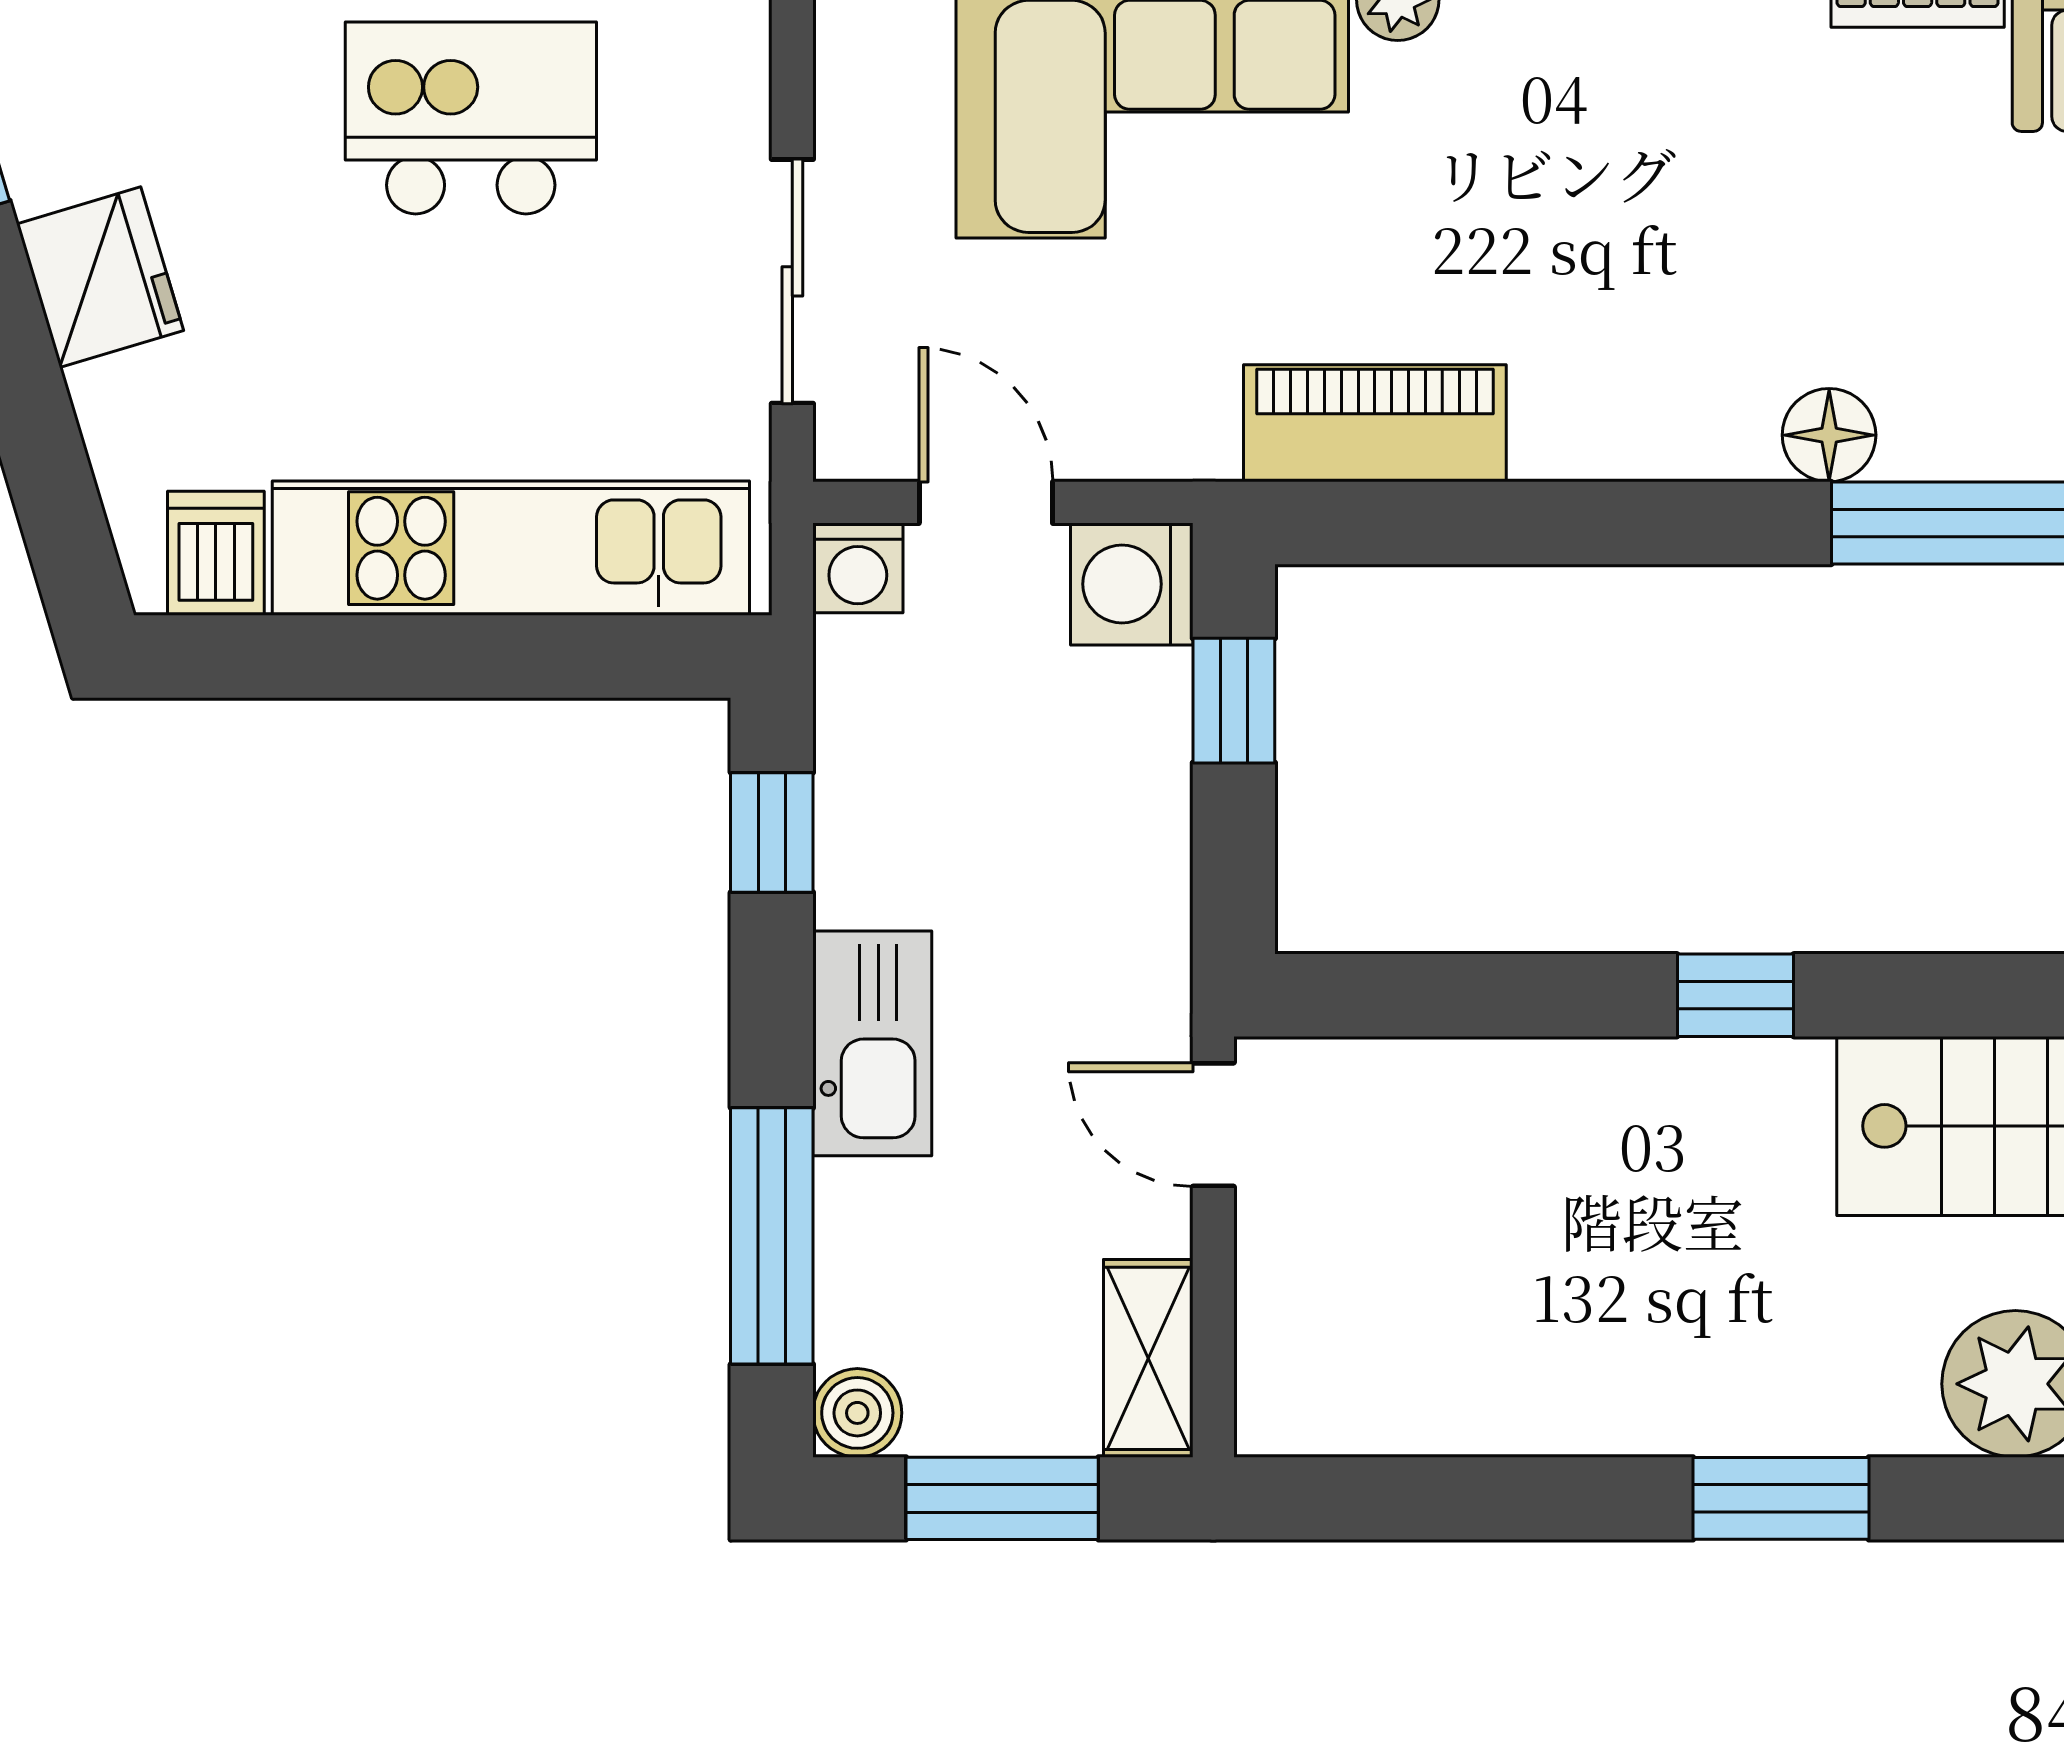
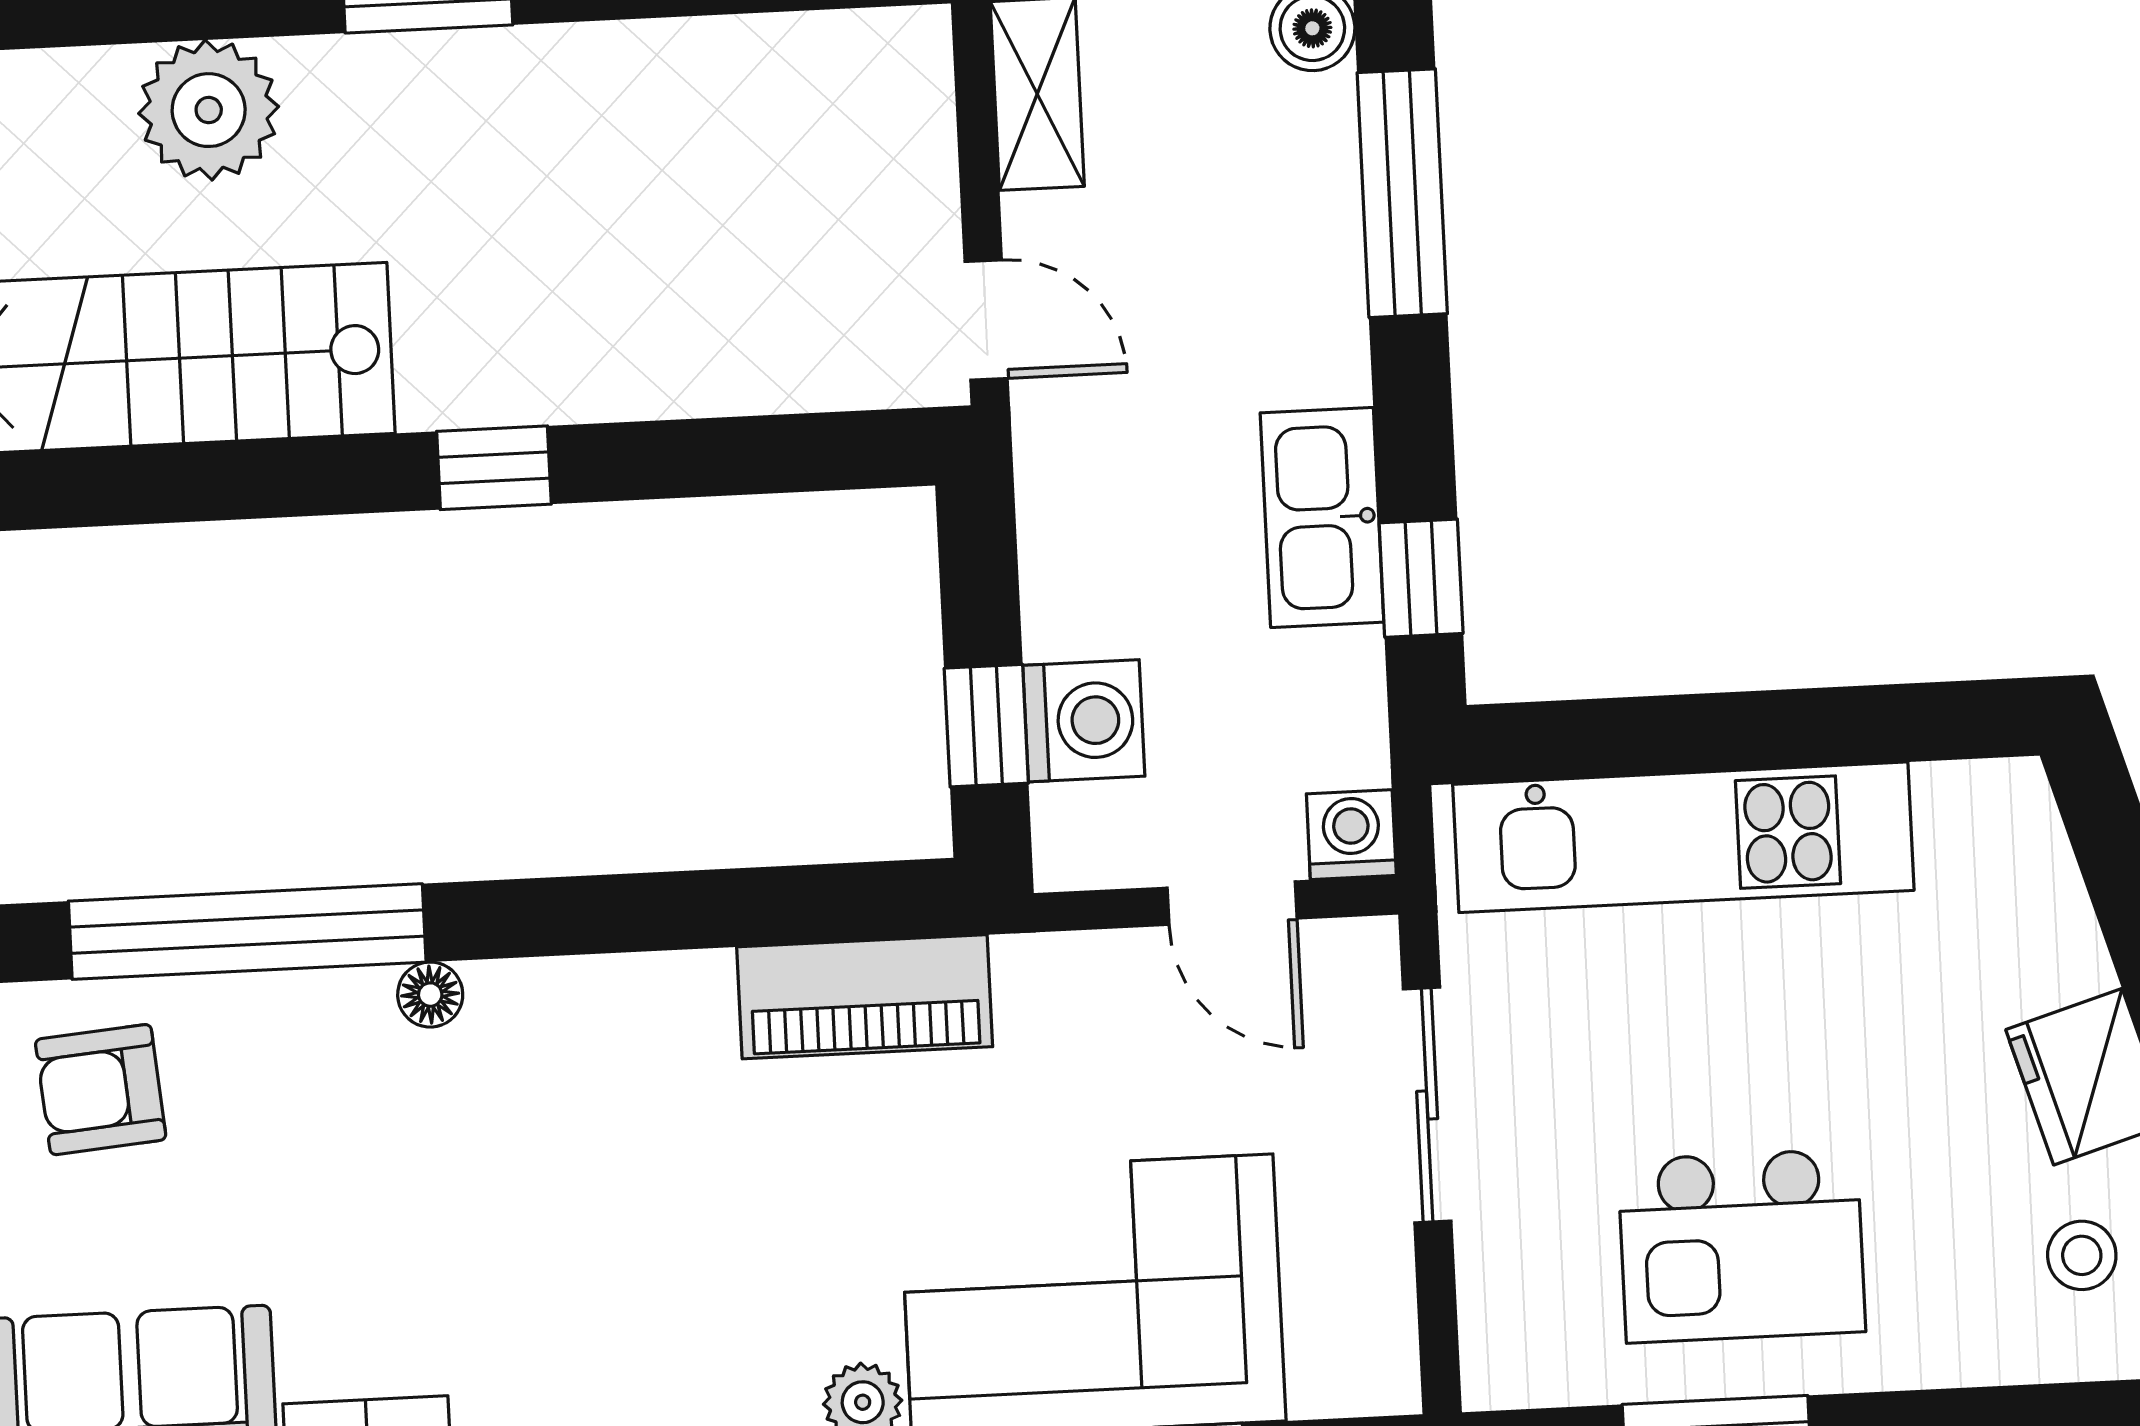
stool: (116, 91) -> (2082, 1255), added
floor lamp: (1829, 435) -> (430, 995), width x0.73, depth x0.73
dishwasher: (216, 553) -> (1965, 819), removed
washing machine: (1132, 584) -> (1084, 721), moved
kitchen sink: (872, 1043) -> (1322, 517), moved

